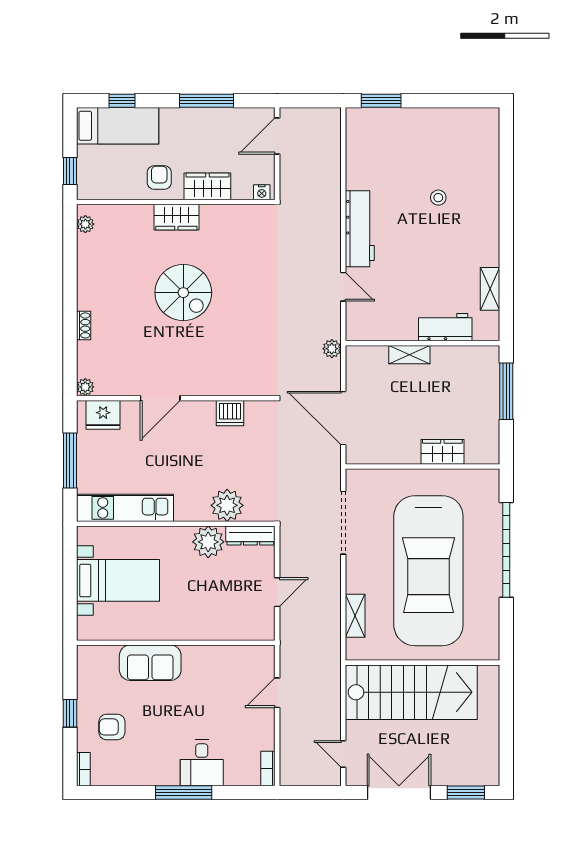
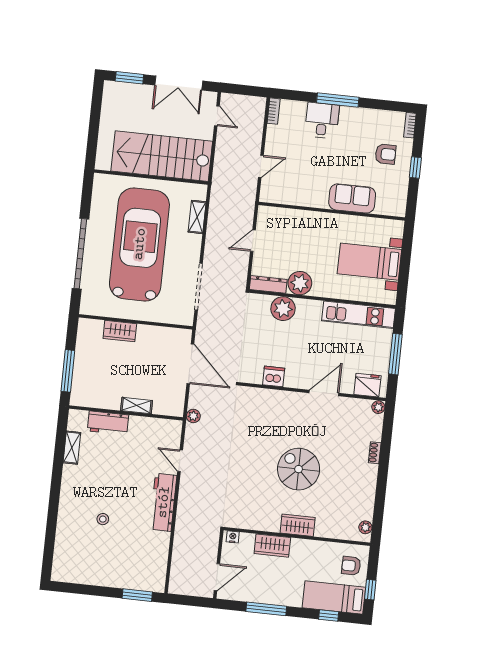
window: (70, 171) -> (370, 590), moved
armchair: (159, 177) -> (351, 566), moved, turned 90

